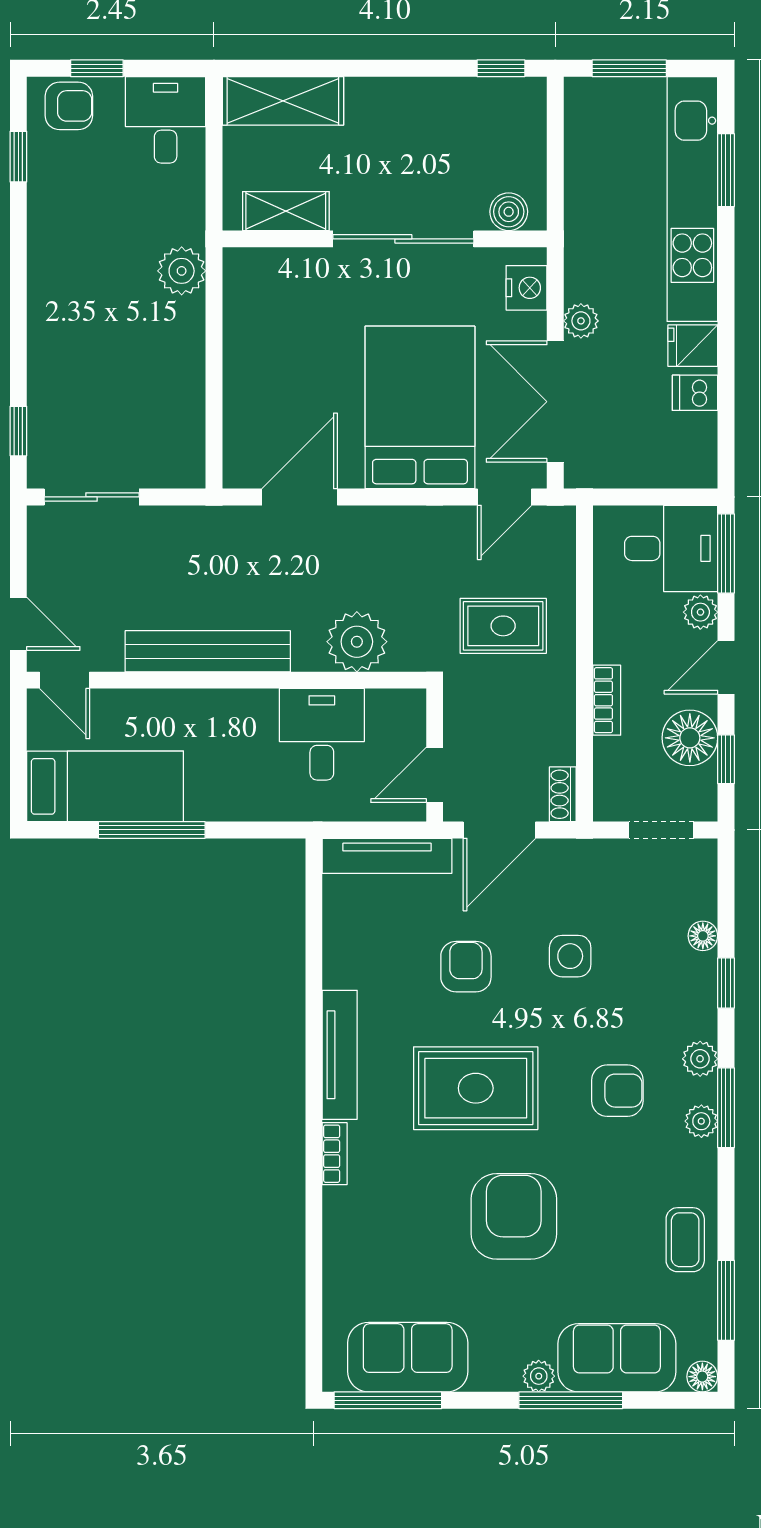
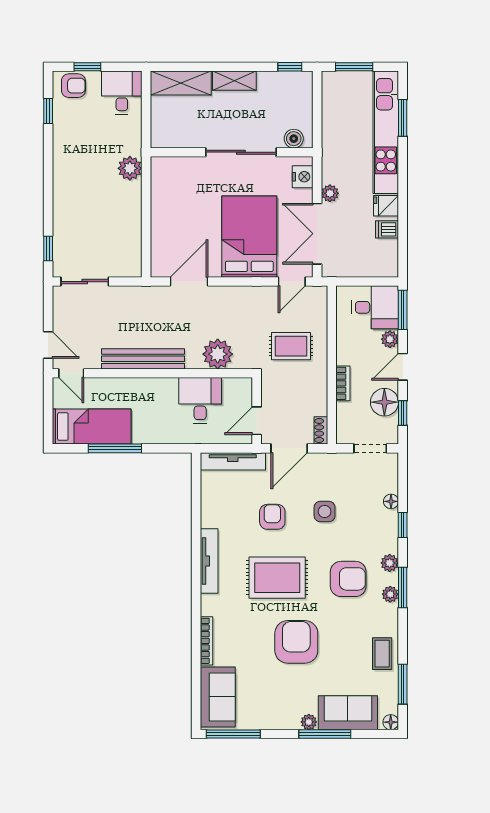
shelving: (286, 211) -> (234, 81), moved
armchair: (617, 1091) -> (348, 579), width x1.38, depth x1.38
bookcase: (335, 1154) -> (207, 641), moved, width x1.56
sofa: (408, 1357) -> (218, 697), moved, turned 90

